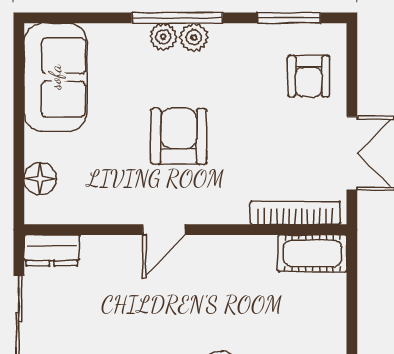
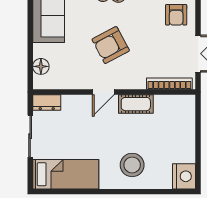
armchair: (179, 136) -> (111, 45), turned -118
cot: (312, 253) -> (136, 104), moved

